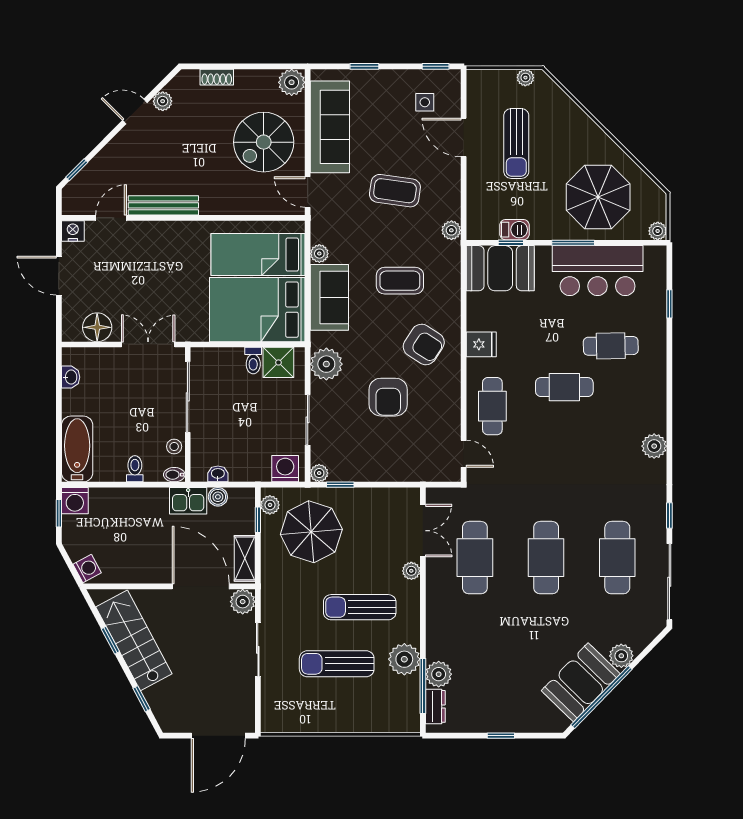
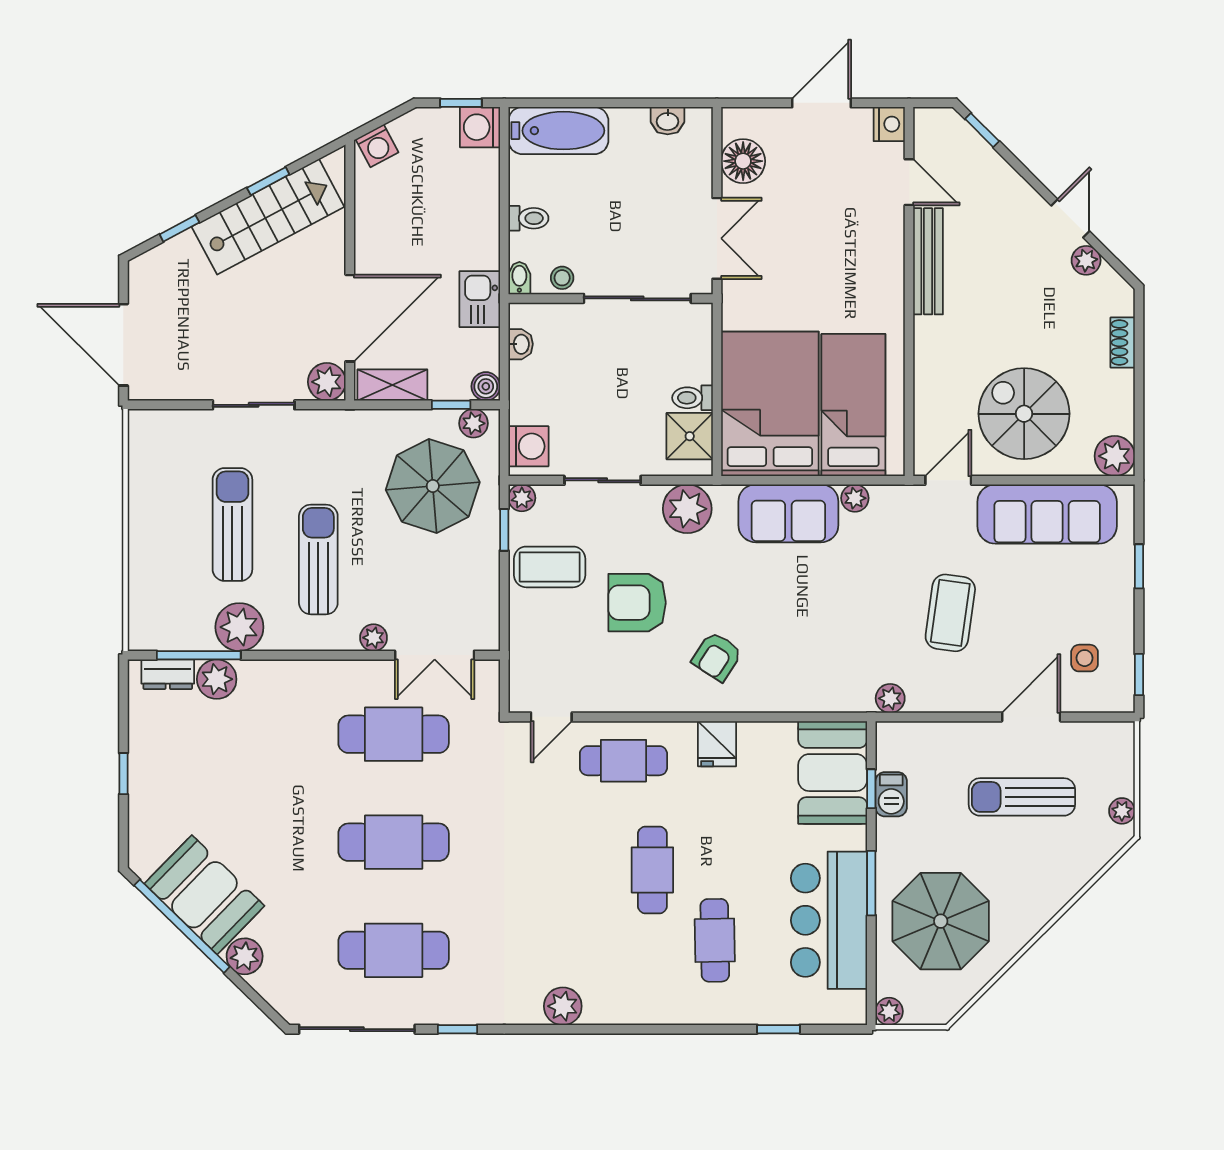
coffee table: (400, 281) -> (550, 567), moved, turned 90
armchair: (424, 344) -> (717, 657), width x0.72, depth x0.72
boiler: (218, 497) -> (486, 386), moved

